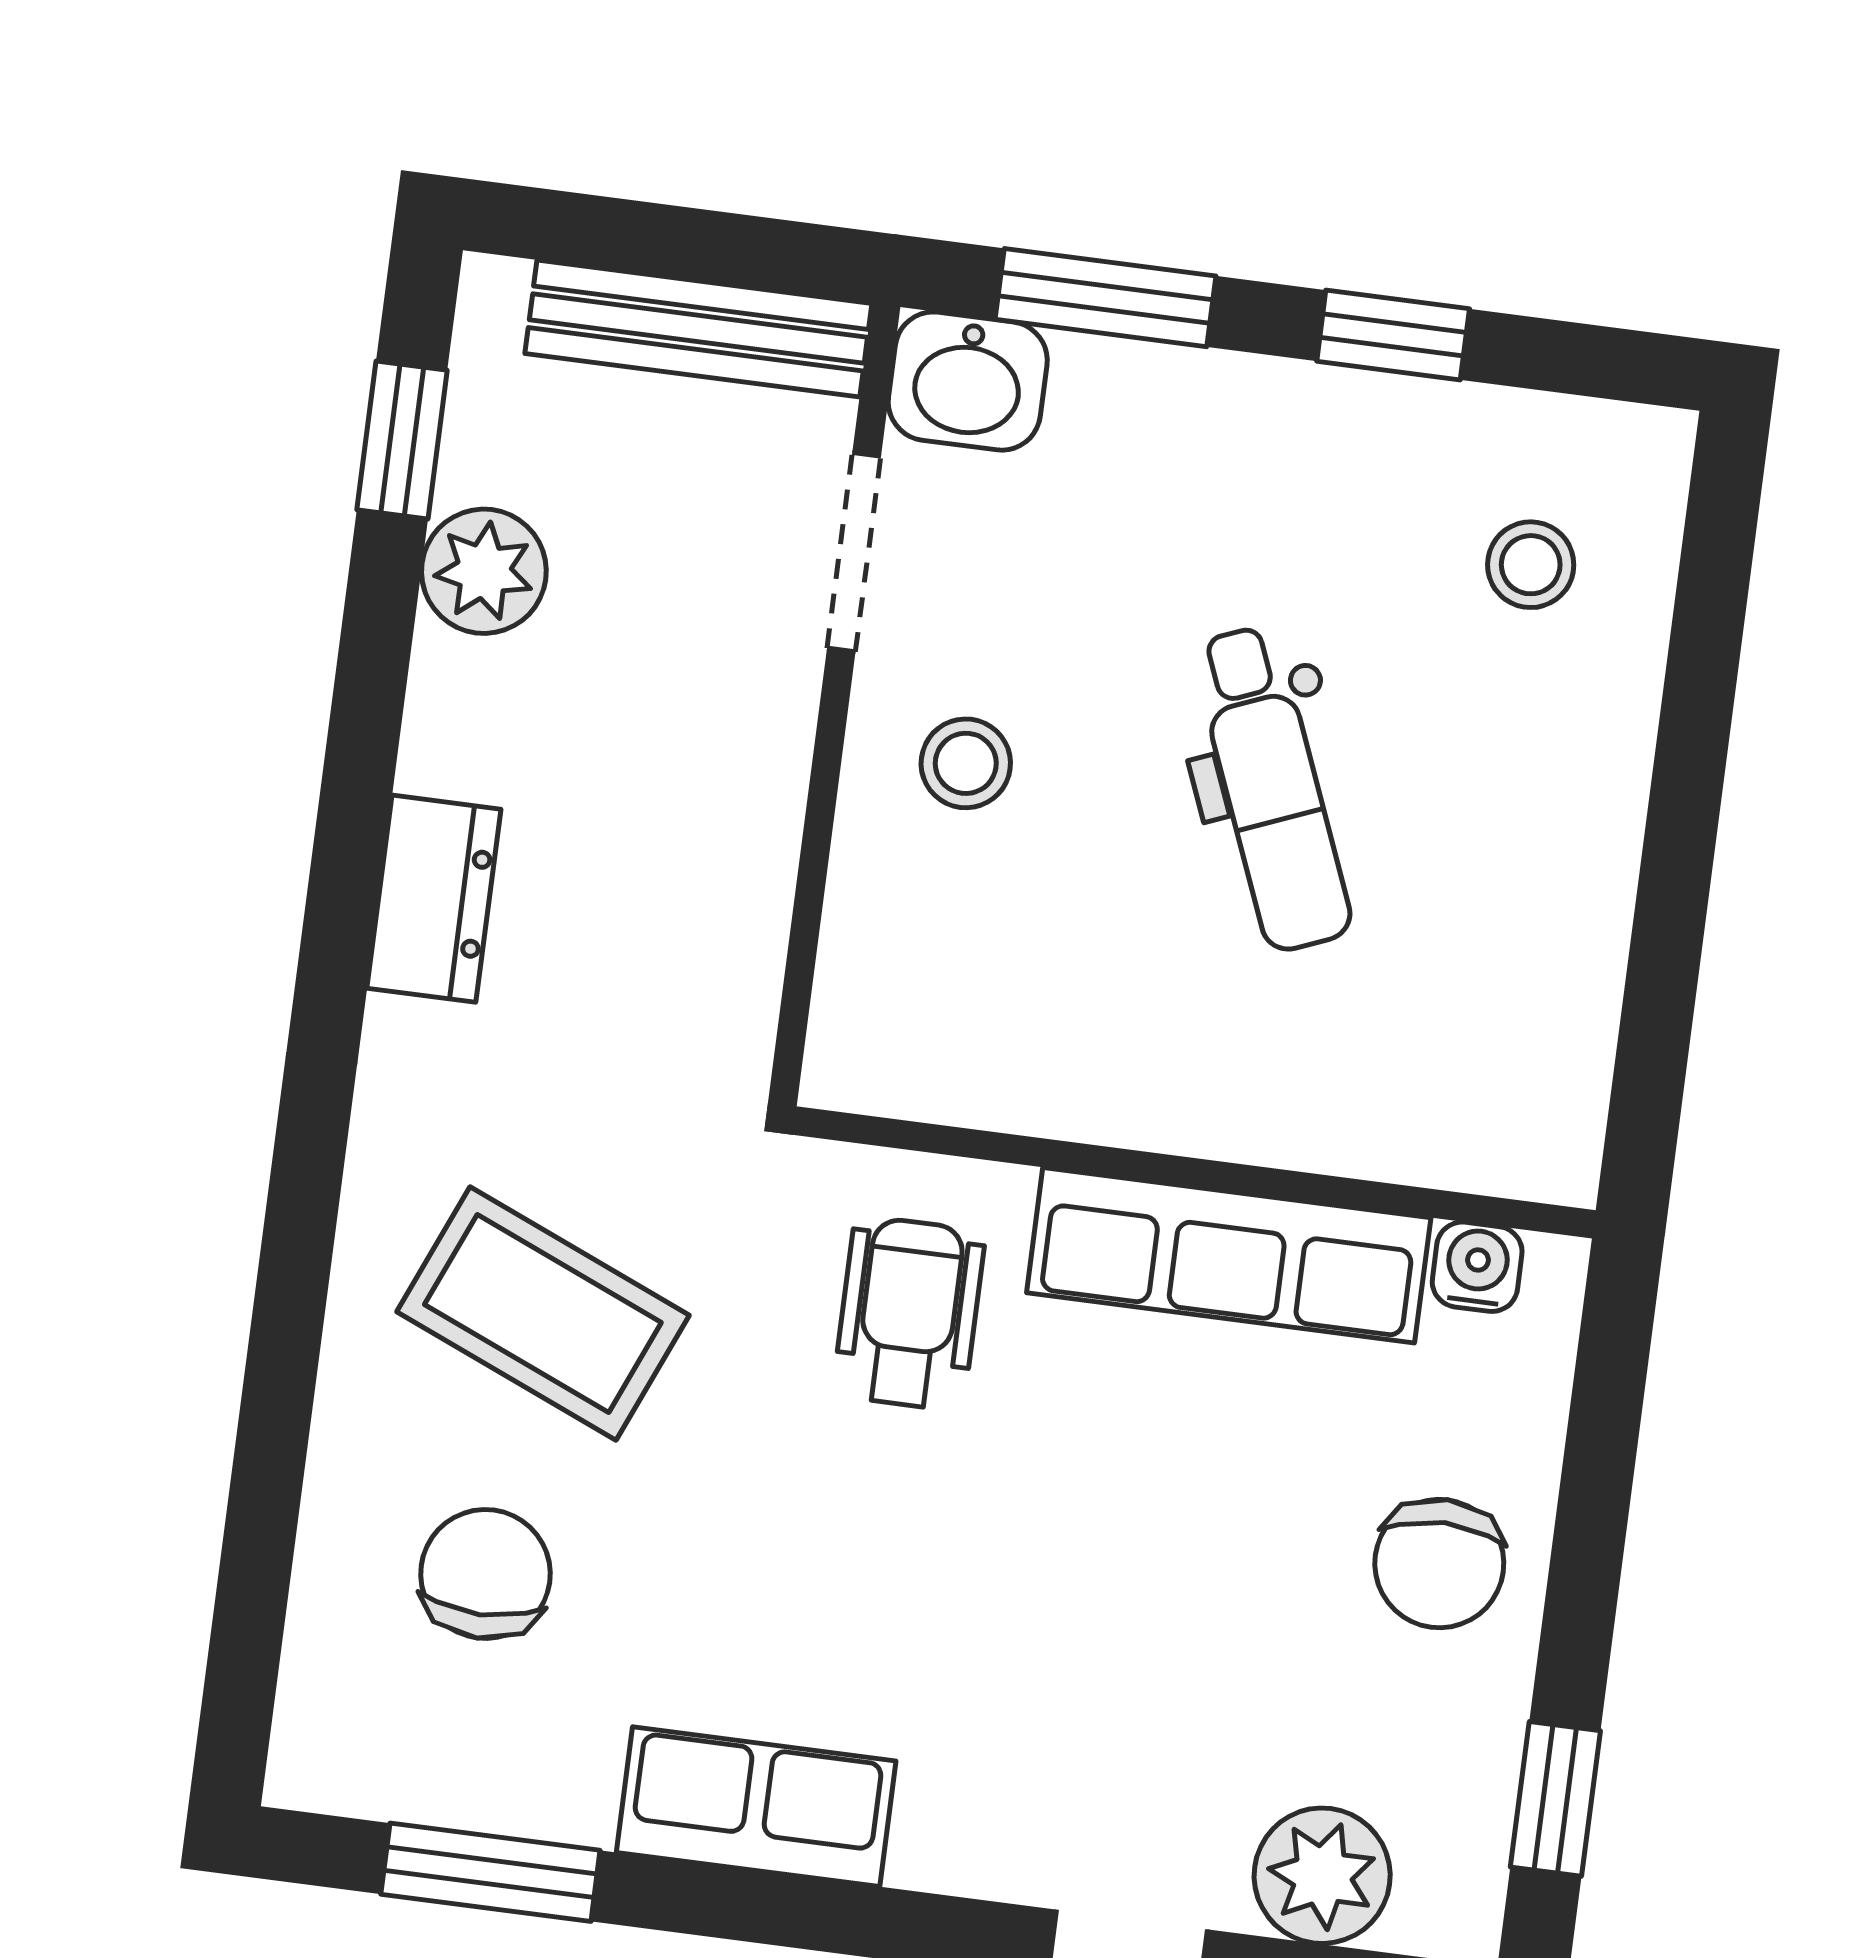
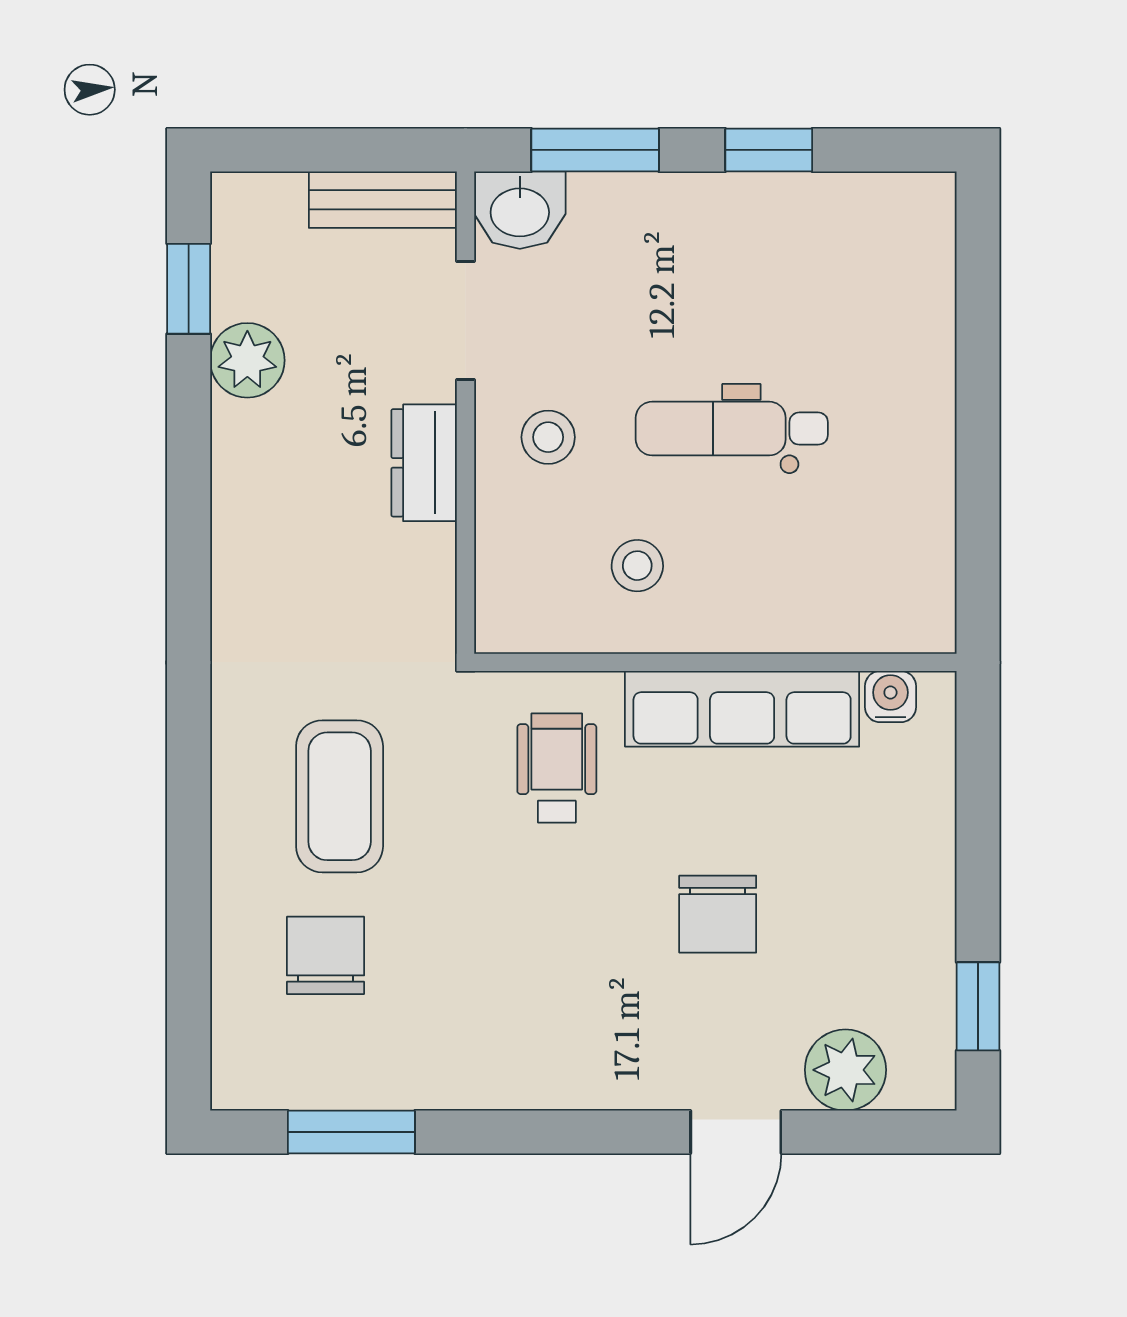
bench: (698, 329) -> (383, 200), width x0.73
stool: (1531, 565) -> (637, 566), moved
dental chair: (1272, 789) -> (732, 429), turned 112
dresser: (434, 899) -> (424, 463), moved, turned 180
coffee table: (543, 1313) -> (340, 796), turned 67
chair: (1439, 1564) -> (718, 914), moved
row of seats: (756, 1807) -> (504, 1073), removed

